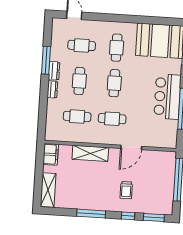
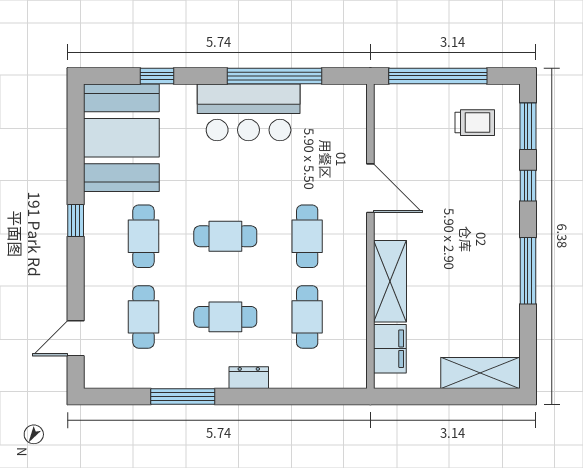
window: (125, 19) -> (76, 220), added
cafe table: (117, 48) -> (144, 236), turned 90
dresser: (54, 71) -> (206, 377), removed
filing cabinet: (51, 154) -> (390, 349), moved, turned 90
trolley: (126, 190) -> (475, 123), moved

